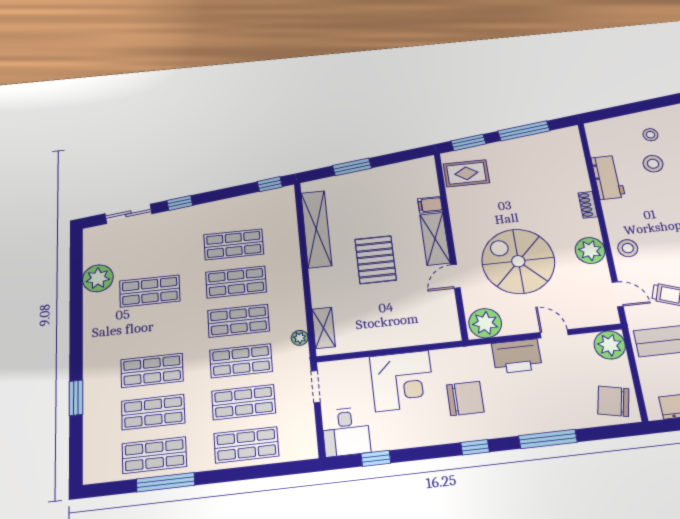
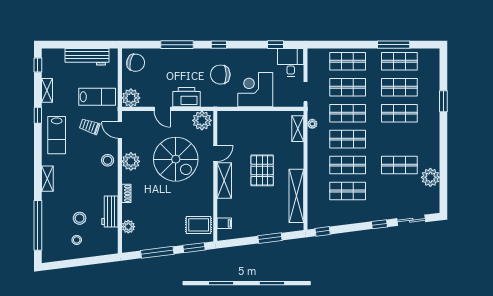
plant: (575, 160) -> (128, 227), added
filing cabinet: (430, 205) -> (224, 223), moved

